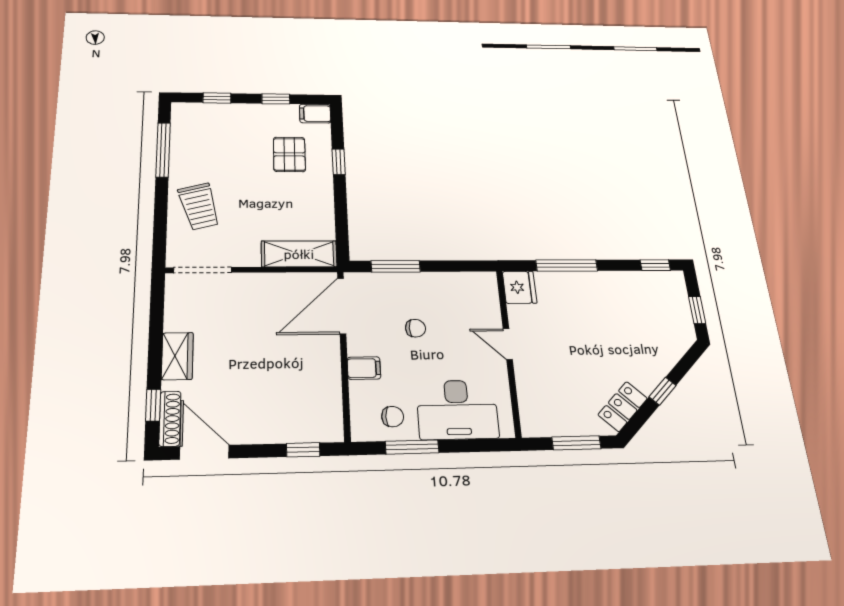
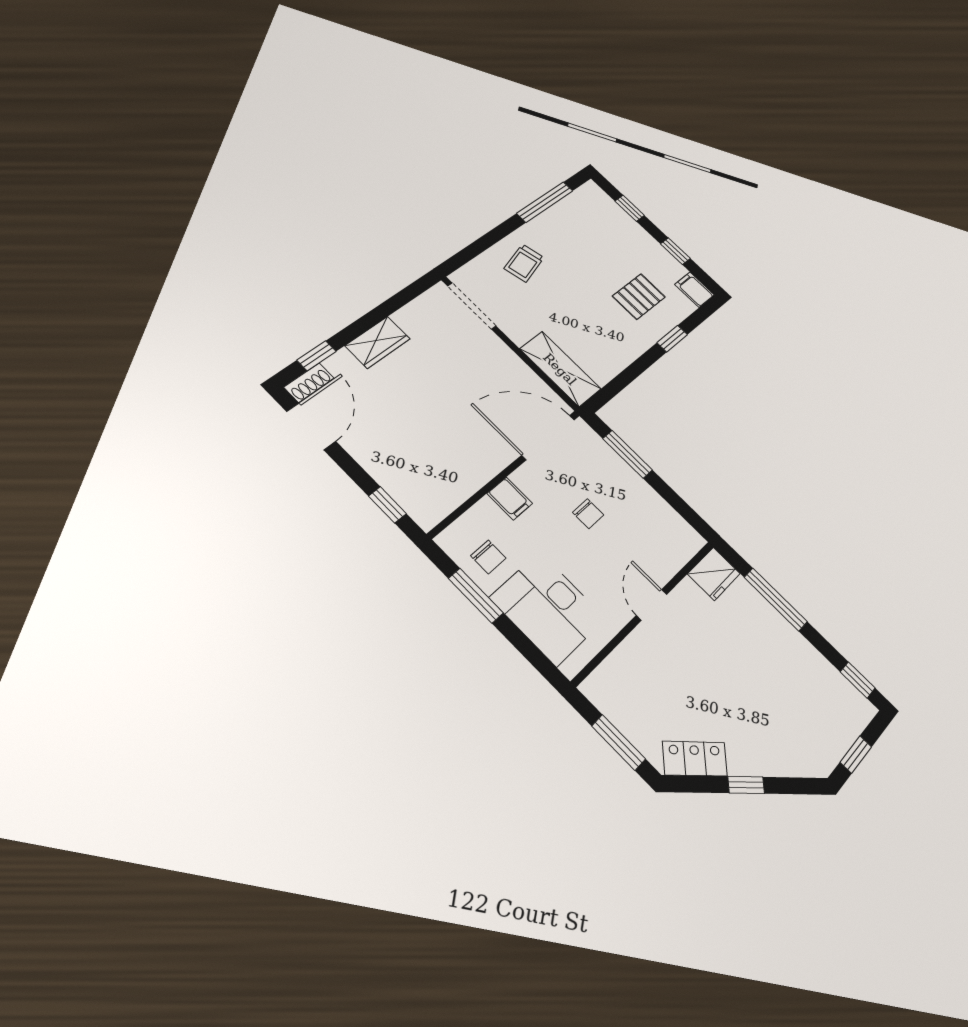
trolley: (199, 206) -> (524, 263), width x0.73, depth x0.72
shoe rack: (170, 419) -> (309, 383), width x0.70

